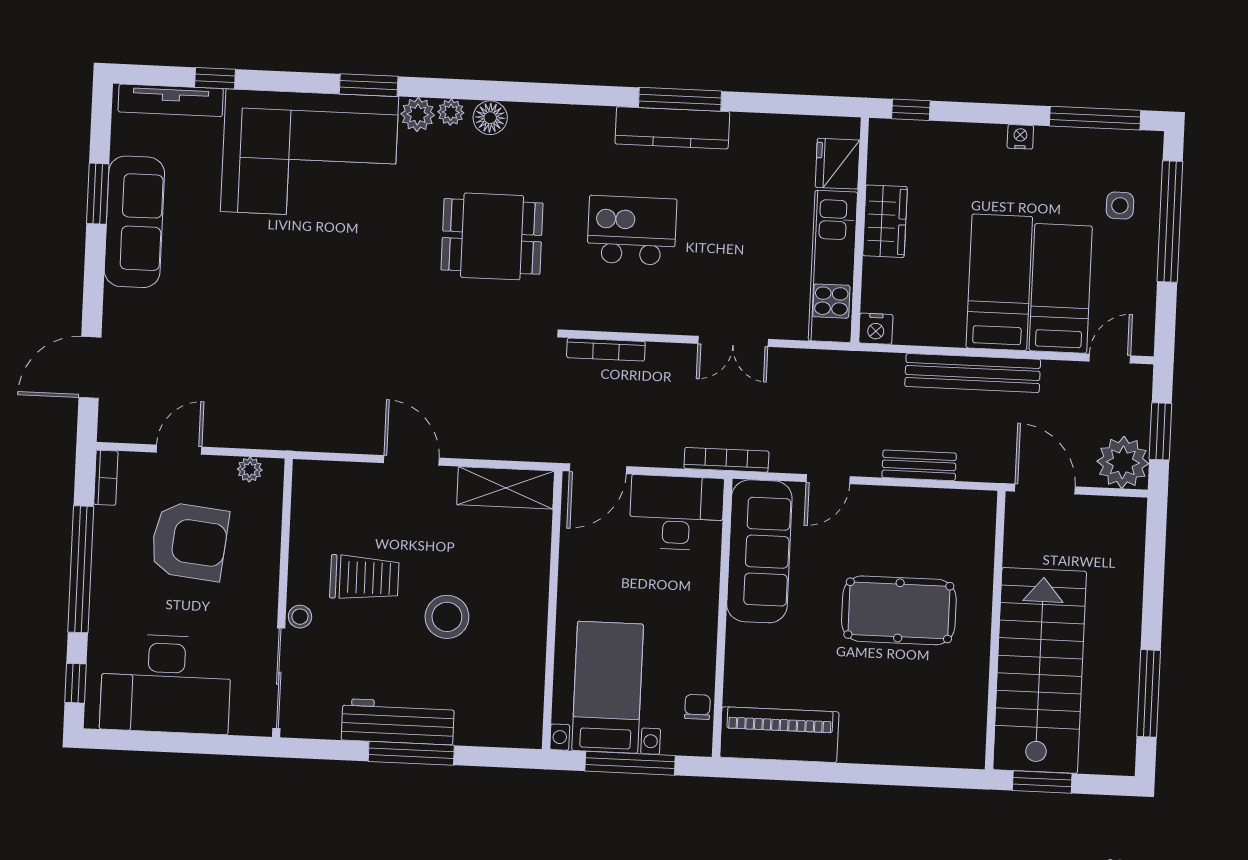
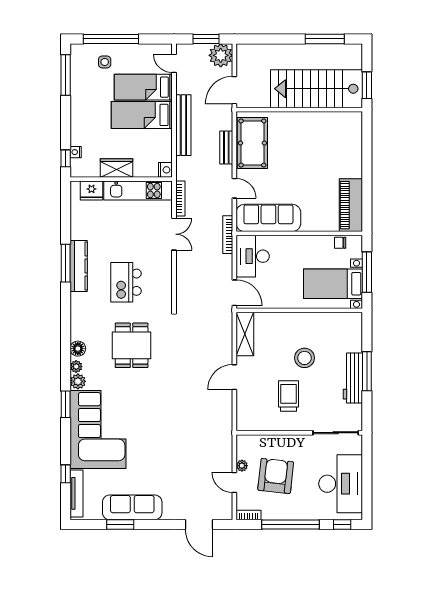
nightstand: (1020, 137) -> (76, 152), moved
bookcase: (606, 350) -> (180, 198), moved
plant: (250, 470) -> (242, 466), moved
pool table: (899, 610) -> (252, 143), moved
stool: (300, 617) -> (307, 424), removed

